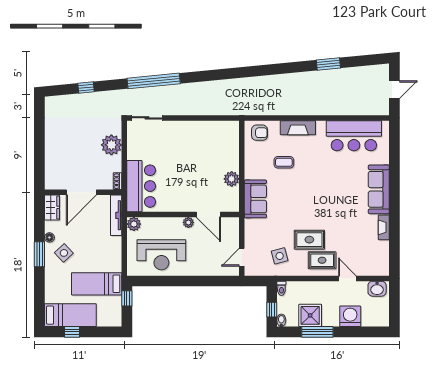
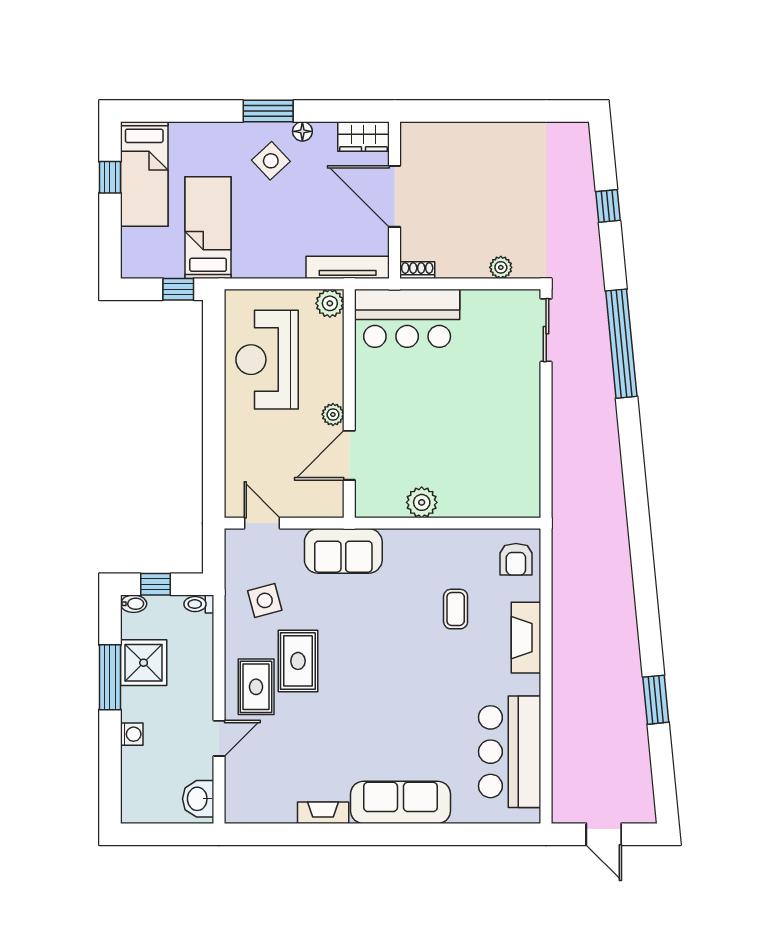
plant: (111, 145) -> (501, 267), width x0.53, depth x0.53
sofa: (255, 199) -> (343, 551), moved
washing machine: (350, 316) -> (132, 734), width x0.53, depth x0.53

